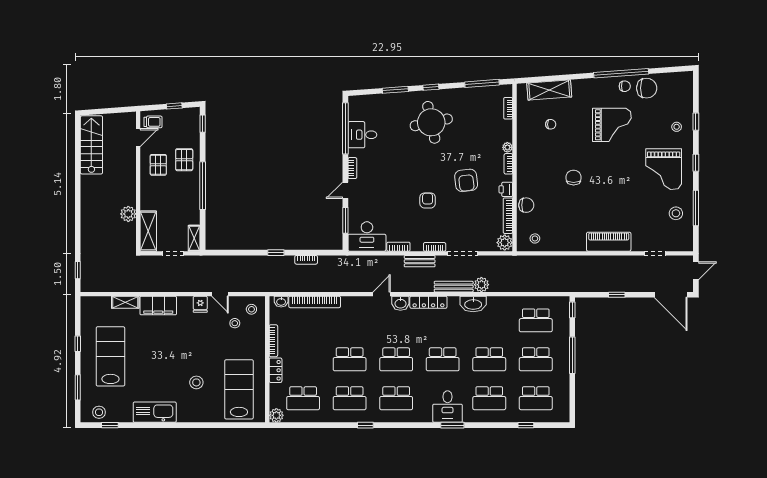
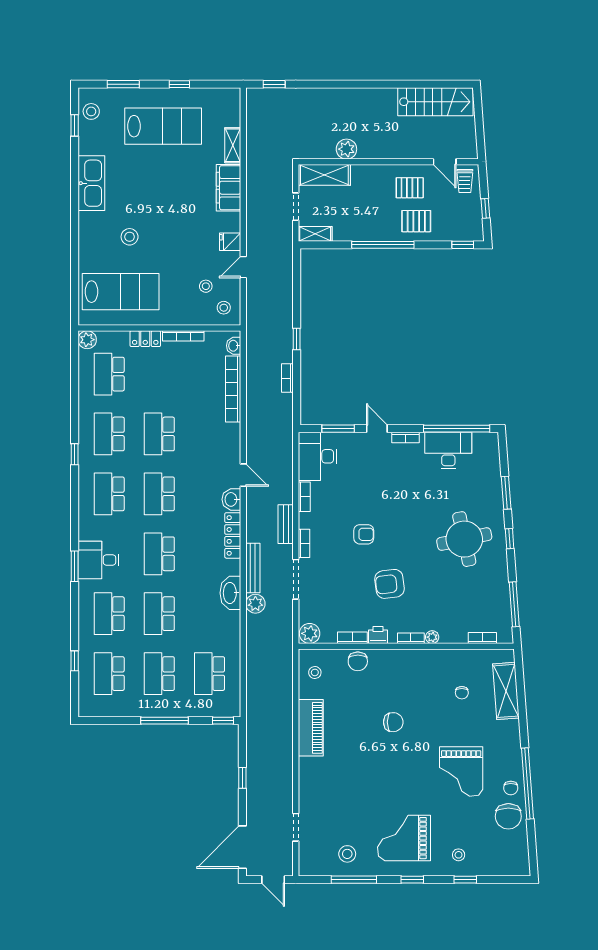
desk: (362, 135) -> (448, 450), width x1.37
bookcase: (508, 216) -> (352, 638), width x0.64
piano: (609, 242) -> (311, 728), moved

